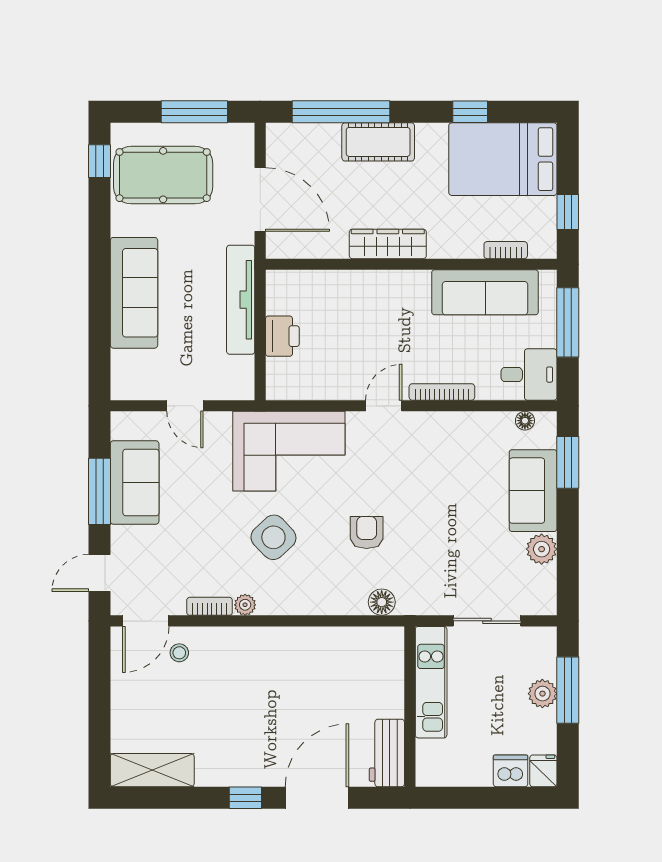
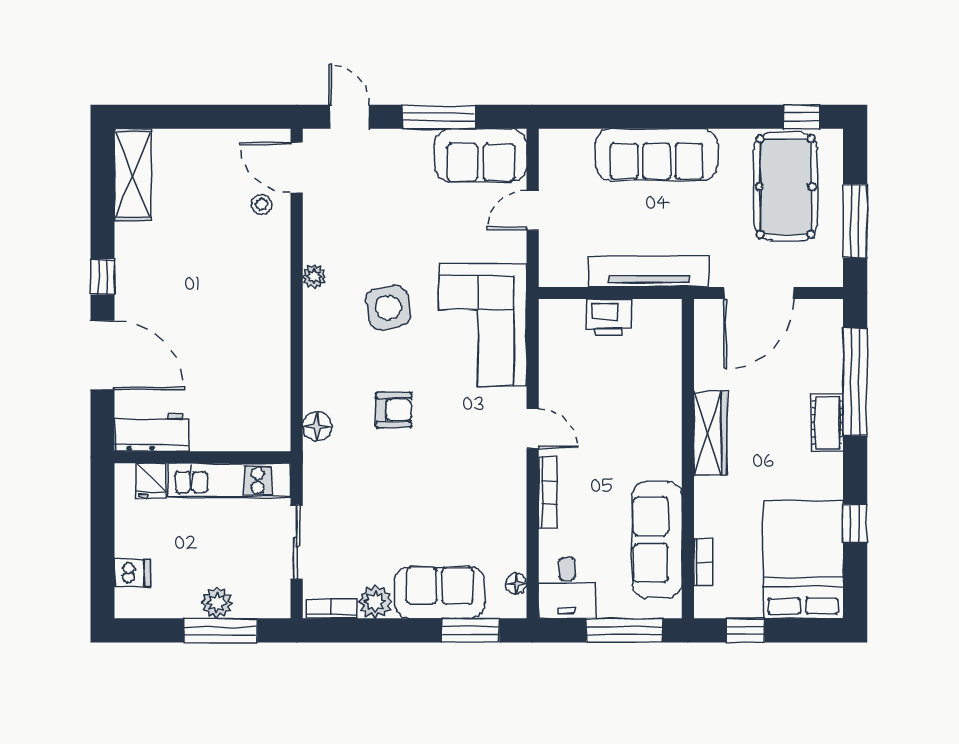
cot: (378, 142) -> (827, 422), width x0.73, depth x0.75
sofa: (135, 482) -> (481, 155), moved
side table: (273, 537) -> (388, 308), turned 32
bookcase: (210, 606) -> (331, 609), moved, turned -90
dishwasher: (511, 771) -> (132, 573), width x0.73
fridge: (543, 771) -> (151, 481), moved, turned 90

